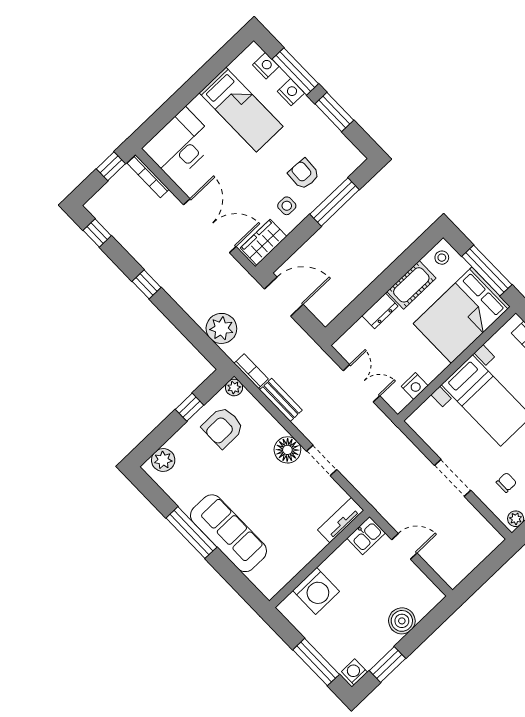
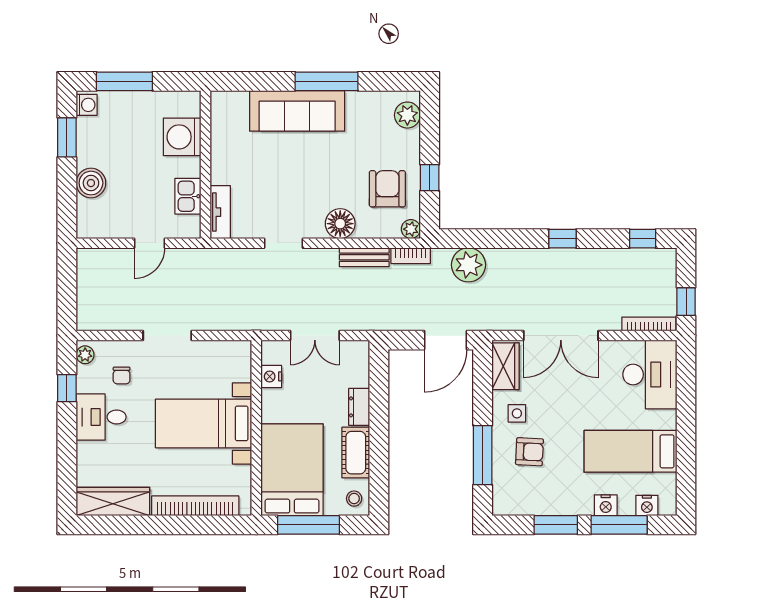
floor lamp: (287, 450) -> (340, 224), moved
kitchen sink: (366, 536) -> (188, 196), moved

